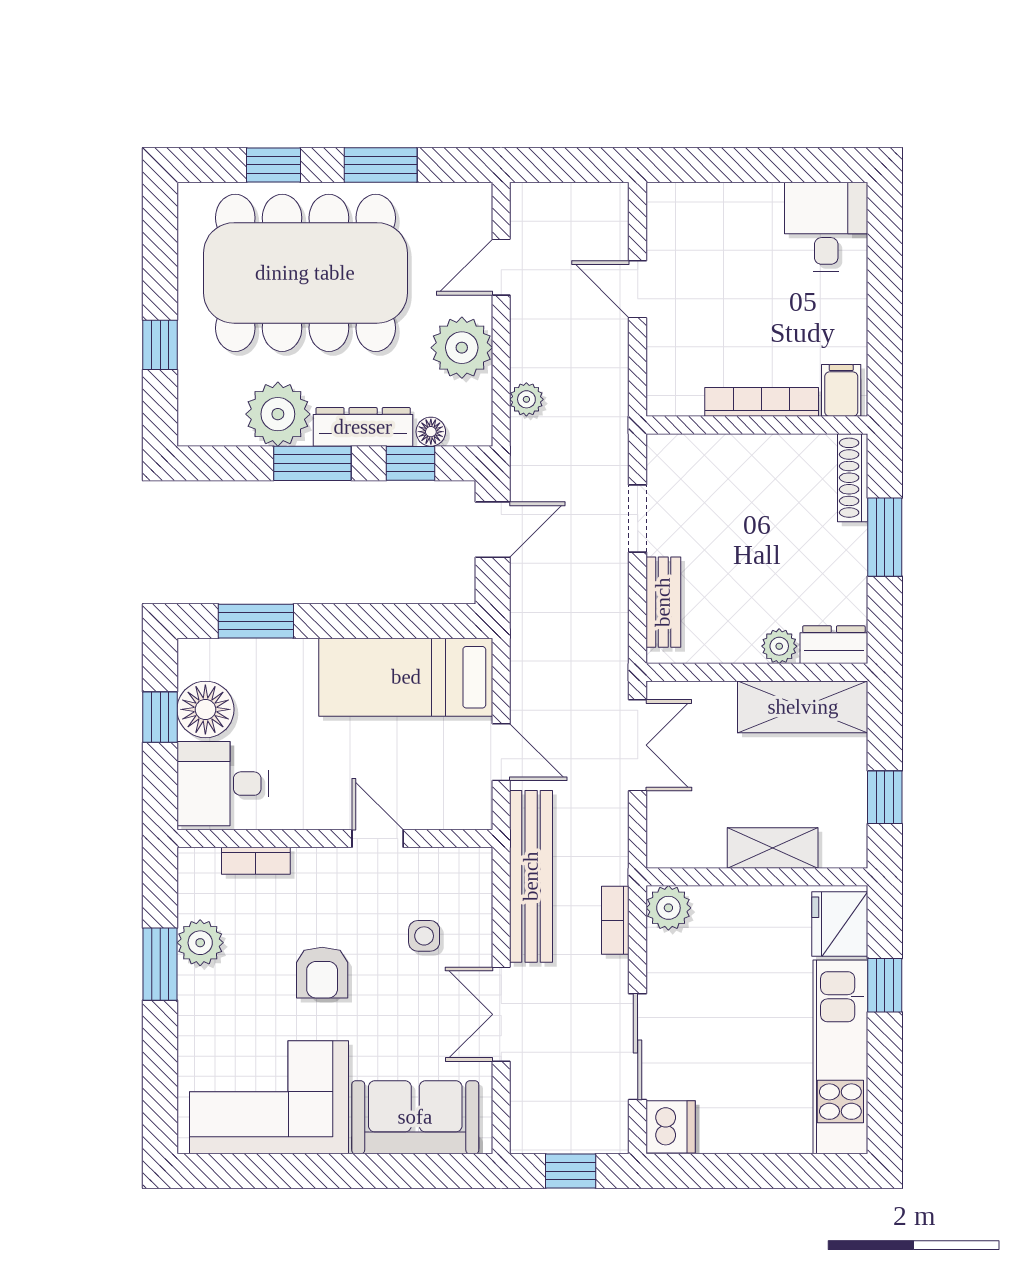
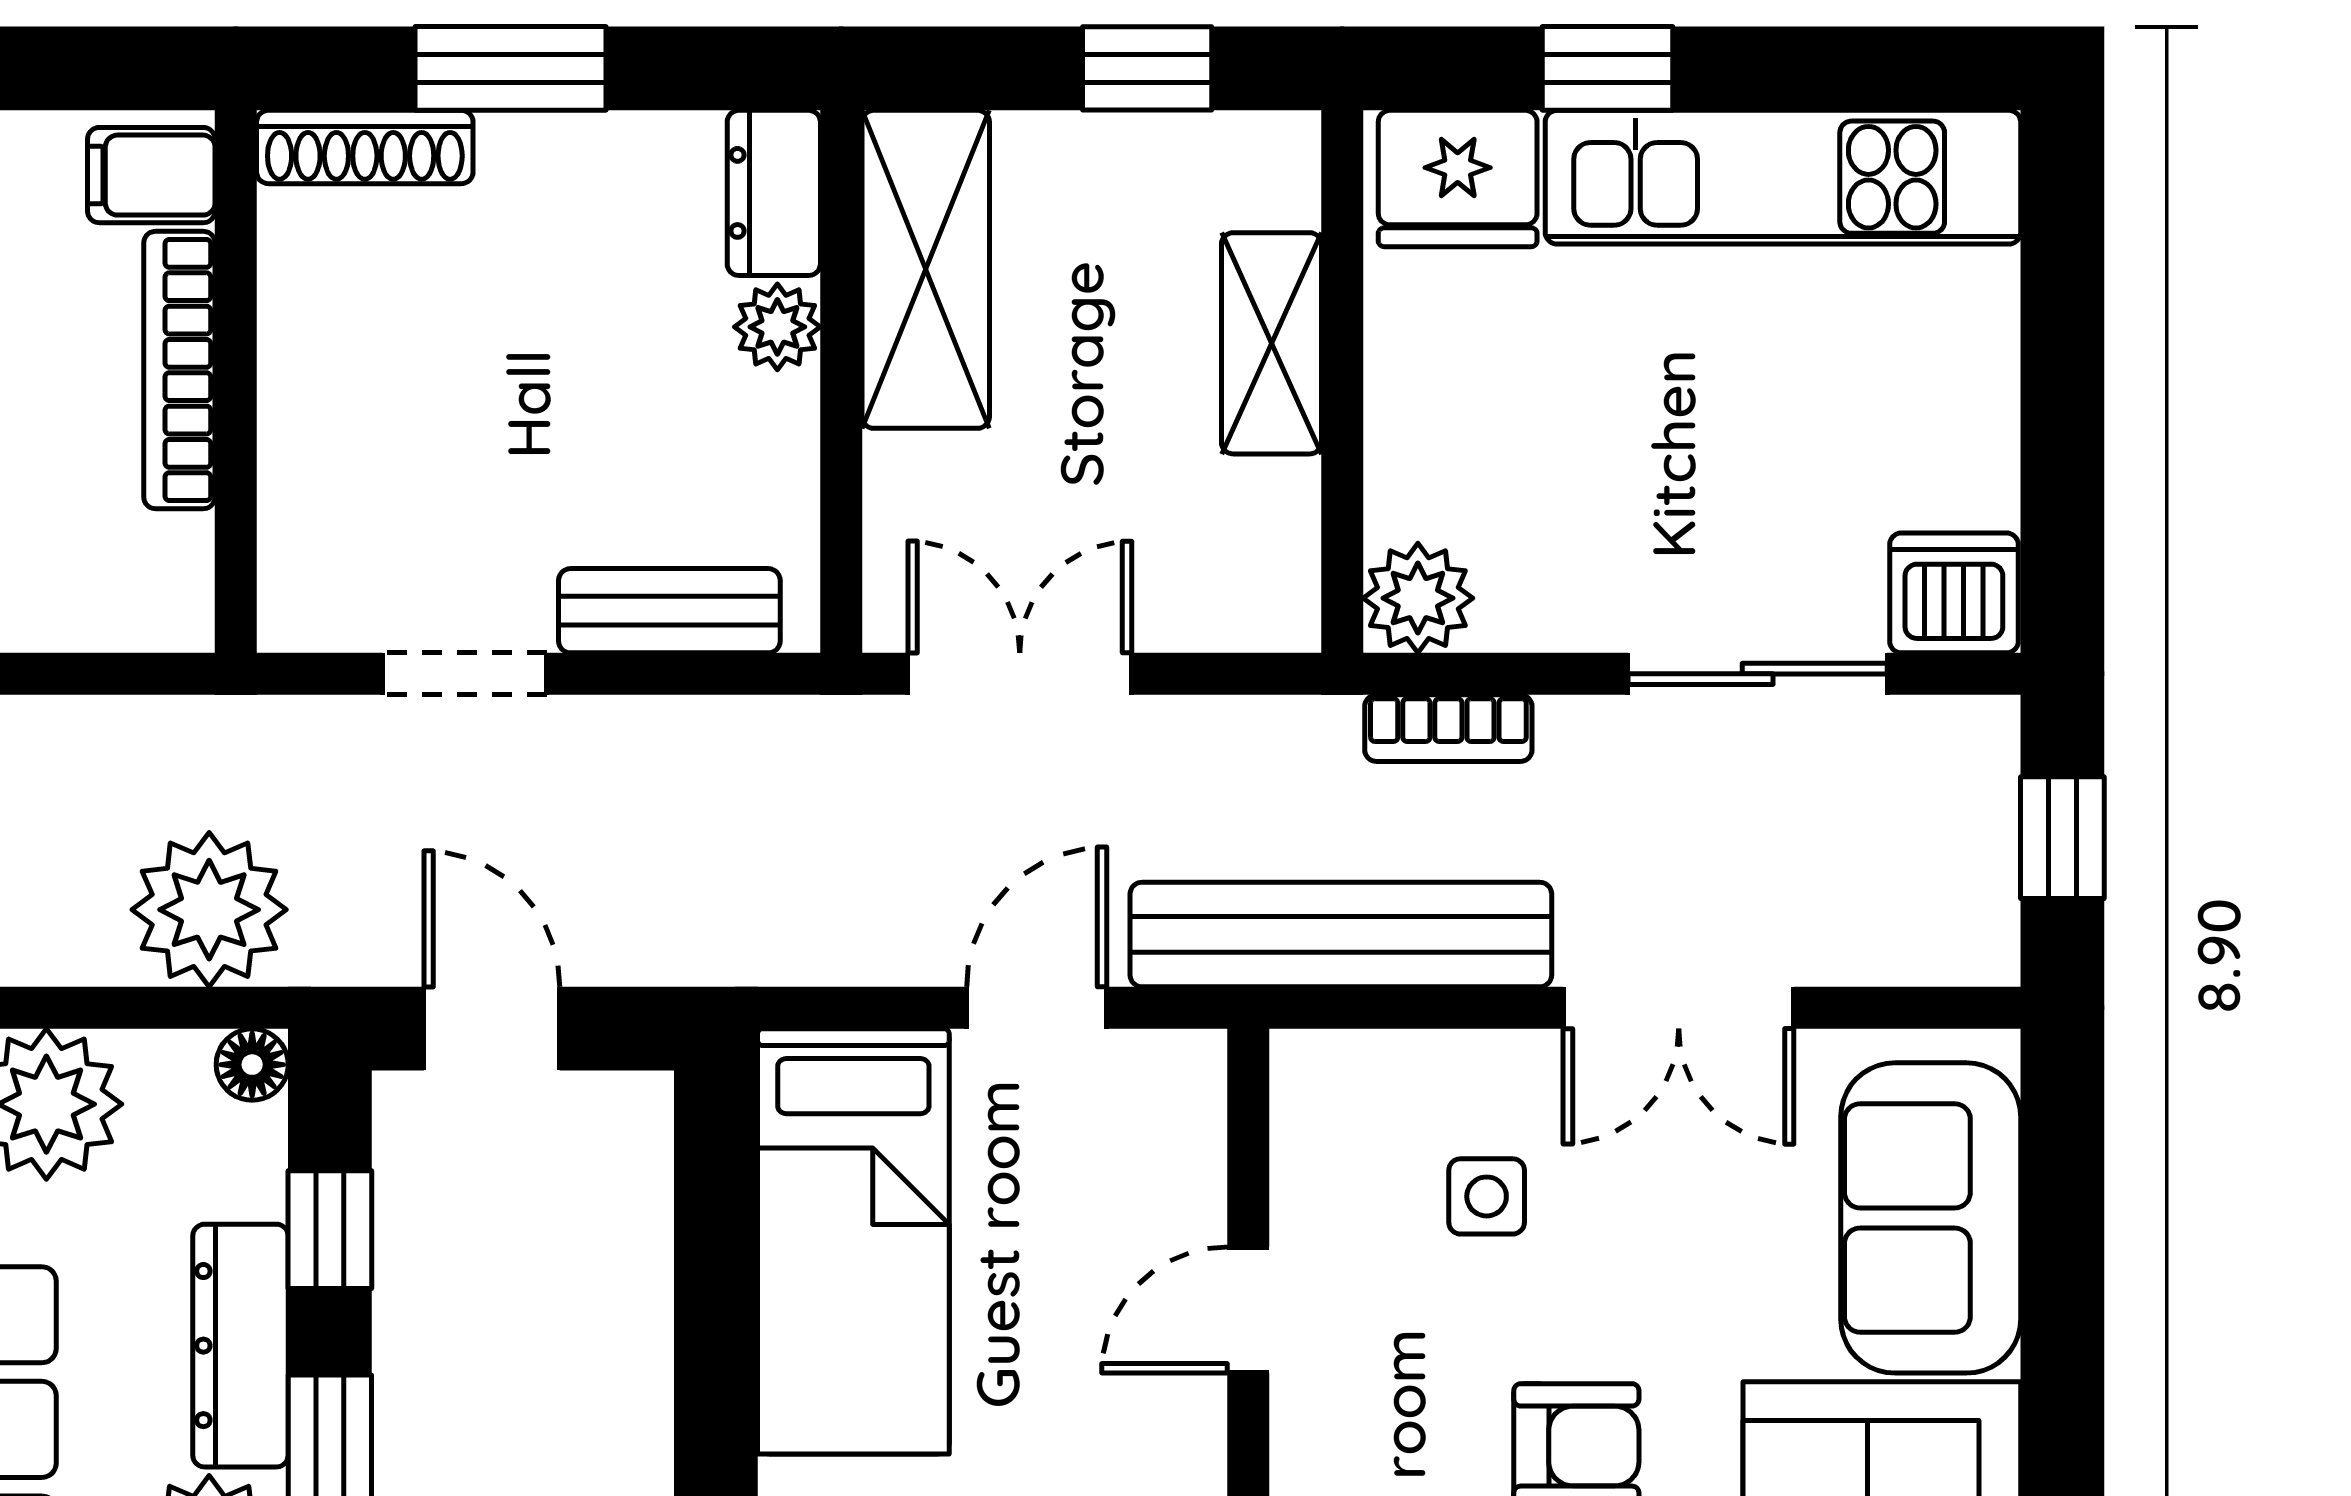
plant: (526, 399) -> (209, 910), width x1.88, depth x1.88
floor lamp: (431, 432) -> (252, 1065), moved

